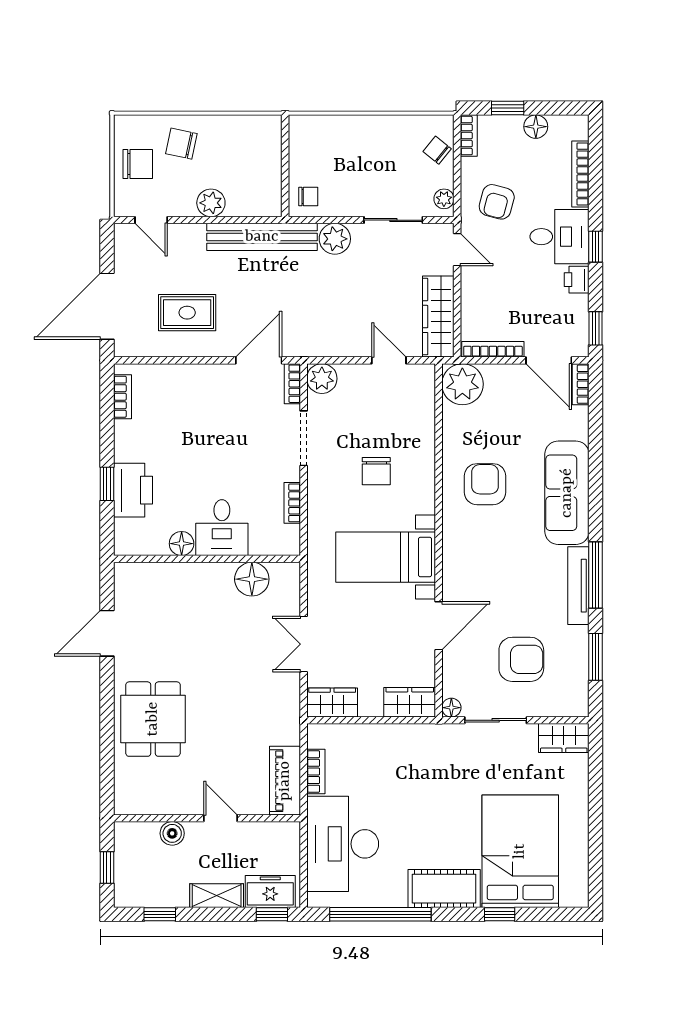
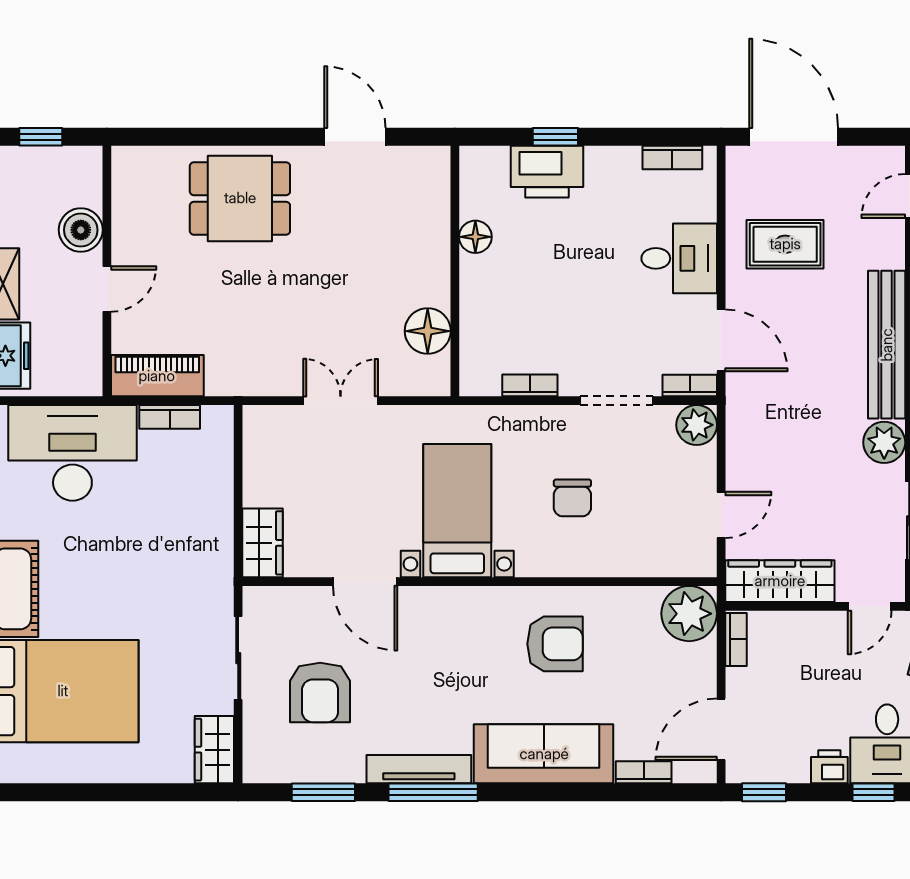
rug: (187, 313) -> (785, 244), turned 90
bookcase: (493, 349) -> (736, 639), width x0.64
bookcase: (581, 384) -> (644, 772), moved
chair: (376, 471) -> (572, 498), turned -90
desk: (222, 528) -> (679, 258), moved, turned 180
wardrobe: (332, 702) -> (262, 439), removed
floor lamp: (451, 708) -> (255, 599), removed
boiler: (172, 833) -> (81, 230), width x1.36, depth x1.36

